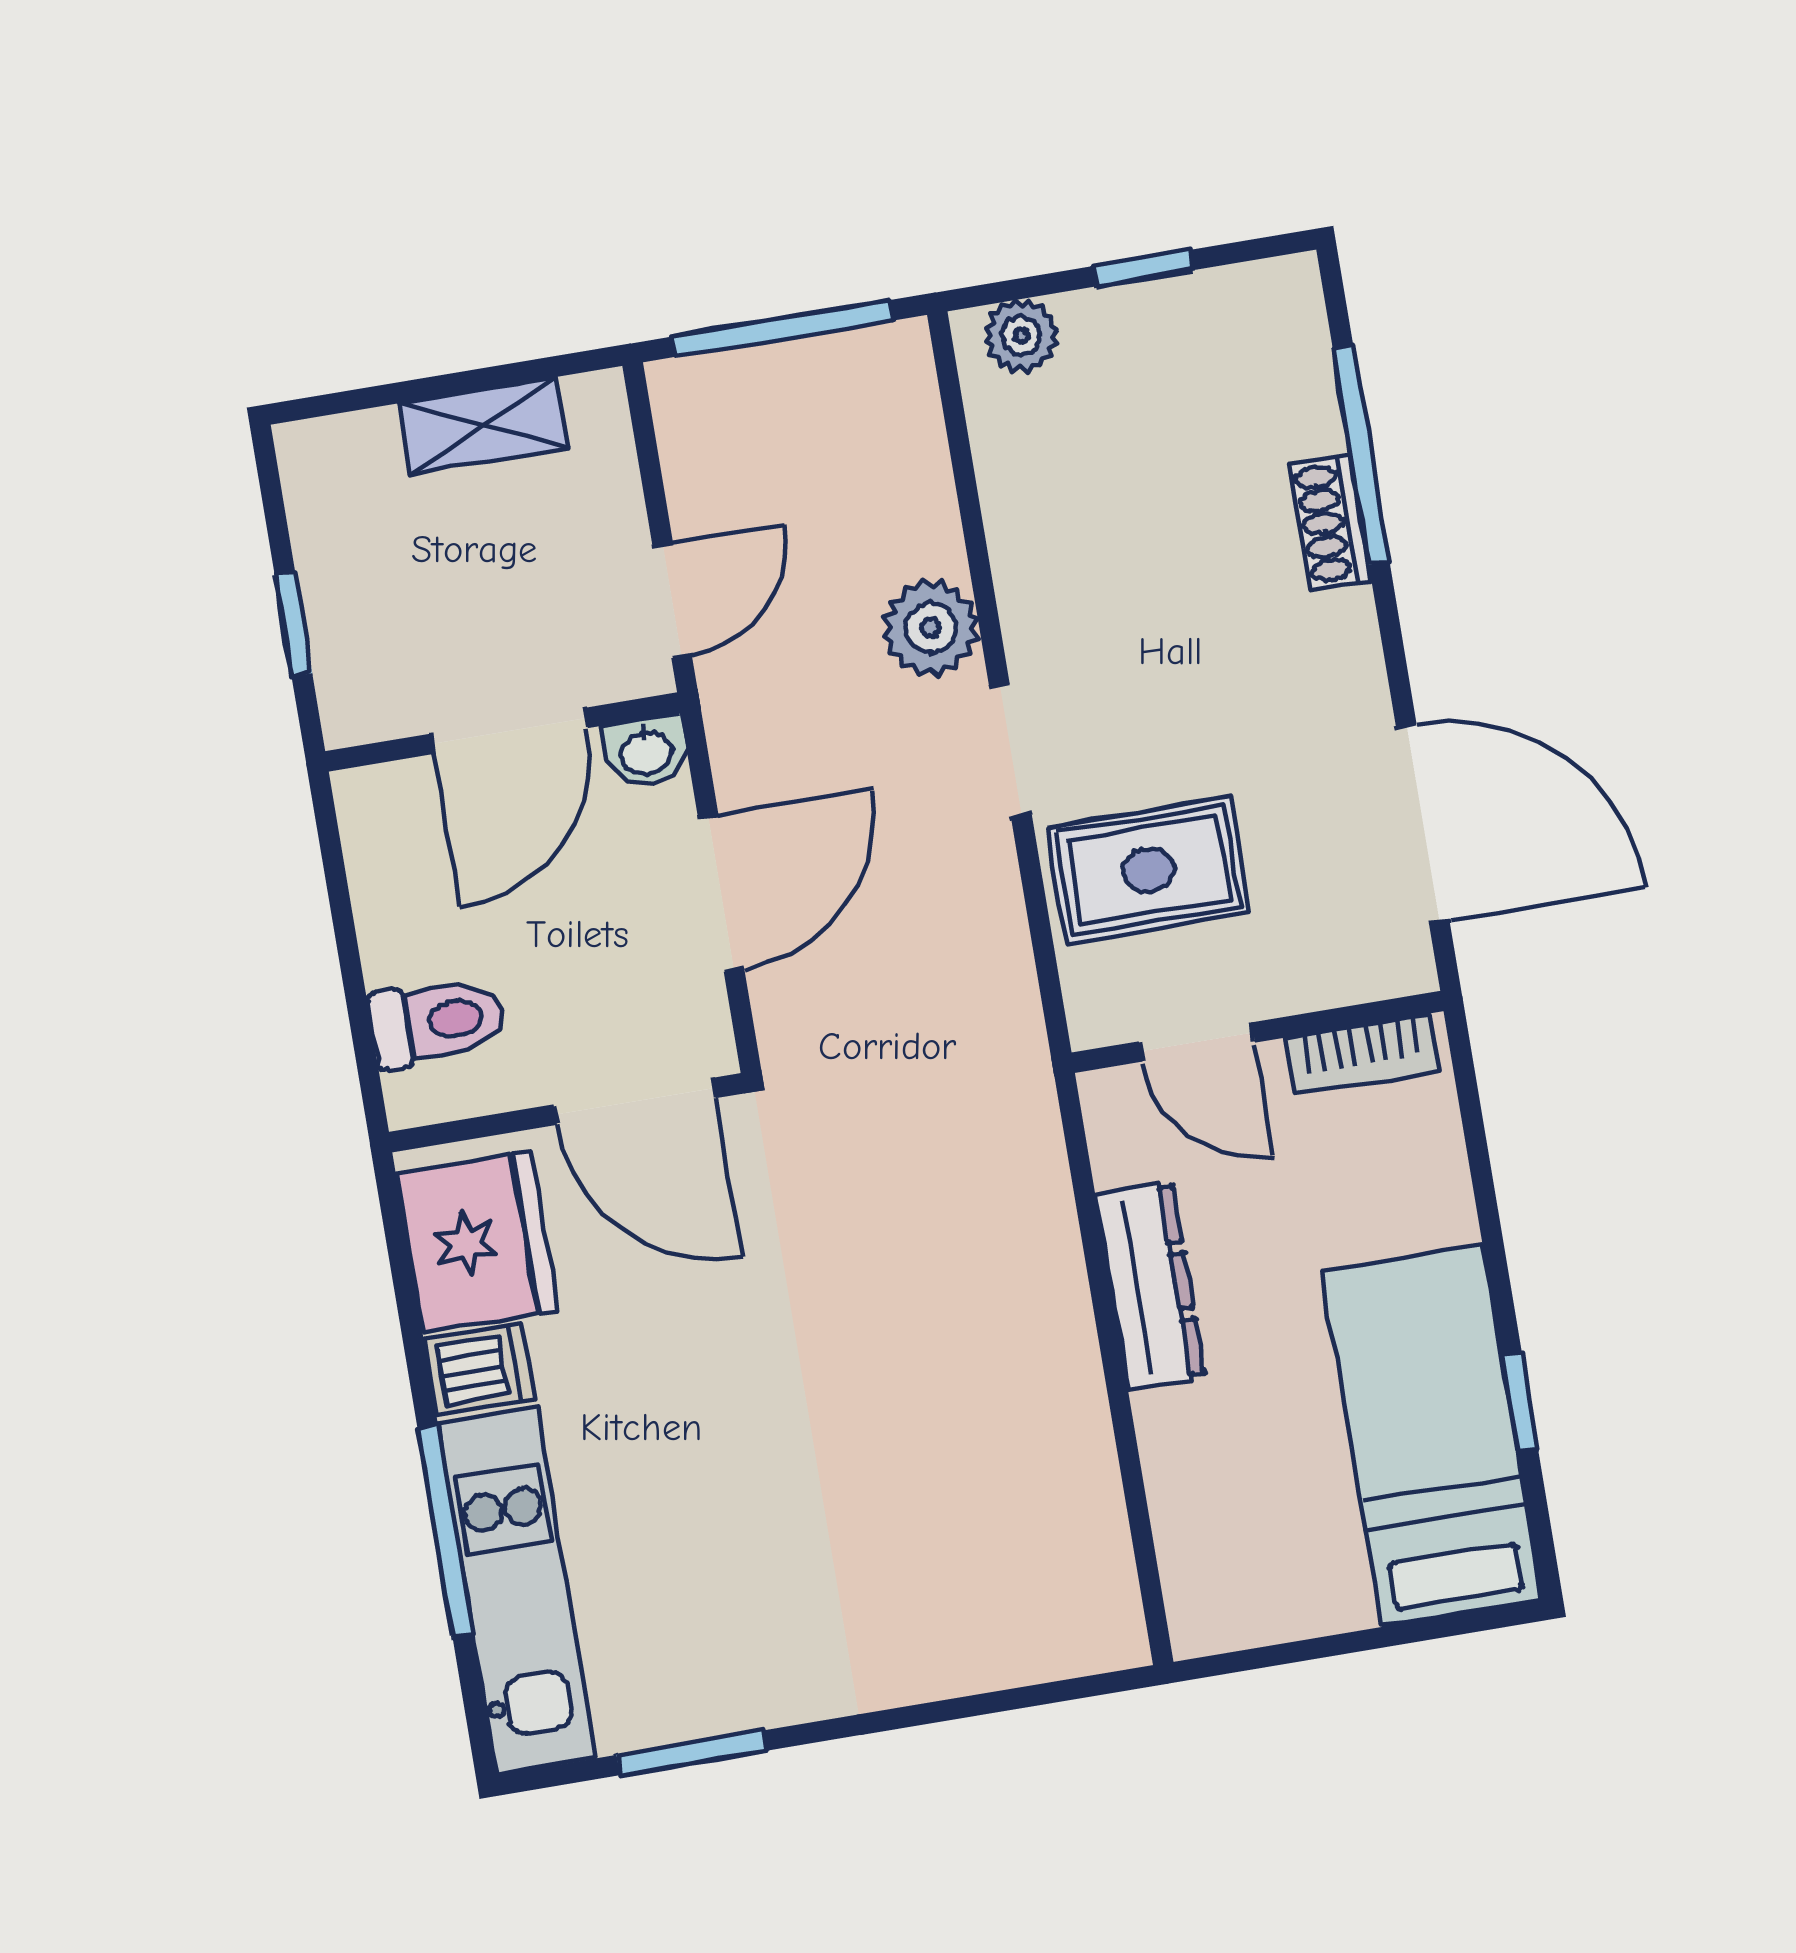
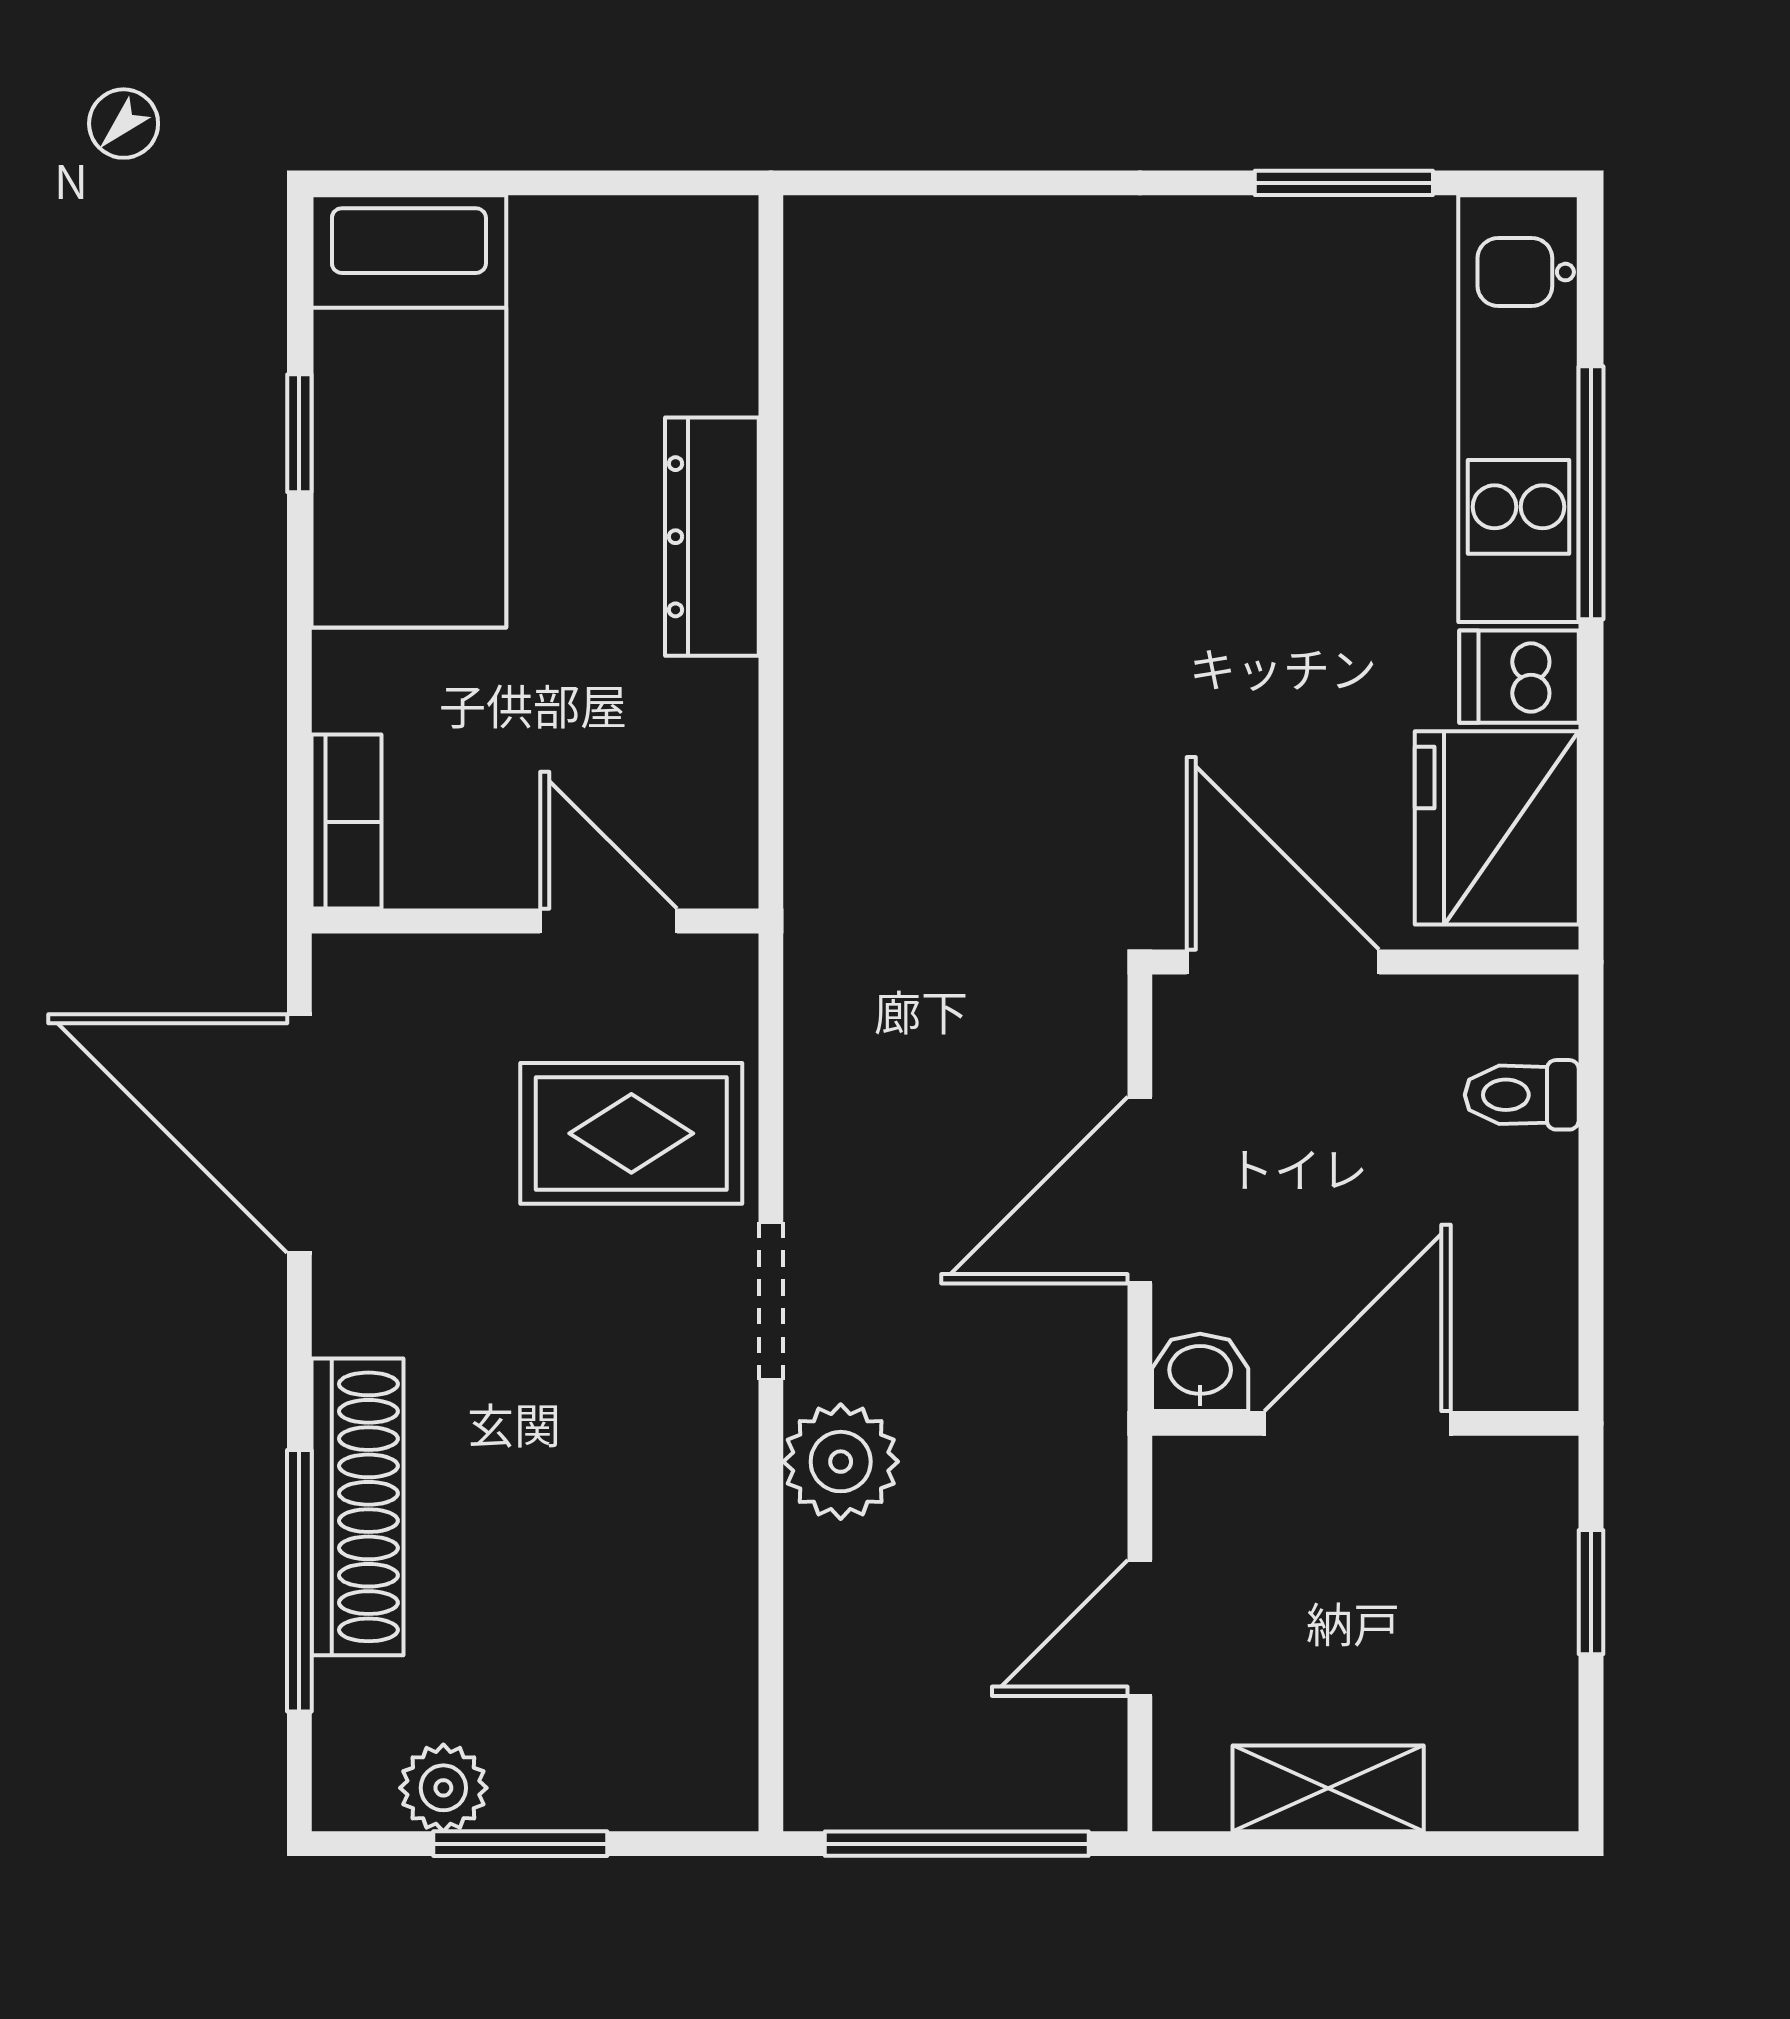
window: (1142, 268) -> (520, 1844), width x1.50
plant: (1021, 336) -> (443, 1788), moved
shoe rack: (1330, 522) -> (357, 1507), width x1.94, depth x1.24
door: (672, 600) -> (1140, 1628), moved
toilet: (437, 1022) -> (1522, 1095), width x0.73, depth x0.72
bookcase: (1362, 1054) -> (346, 822), moved, turned 90
dresser: (1150, 1286) -> (712, 537), moved

